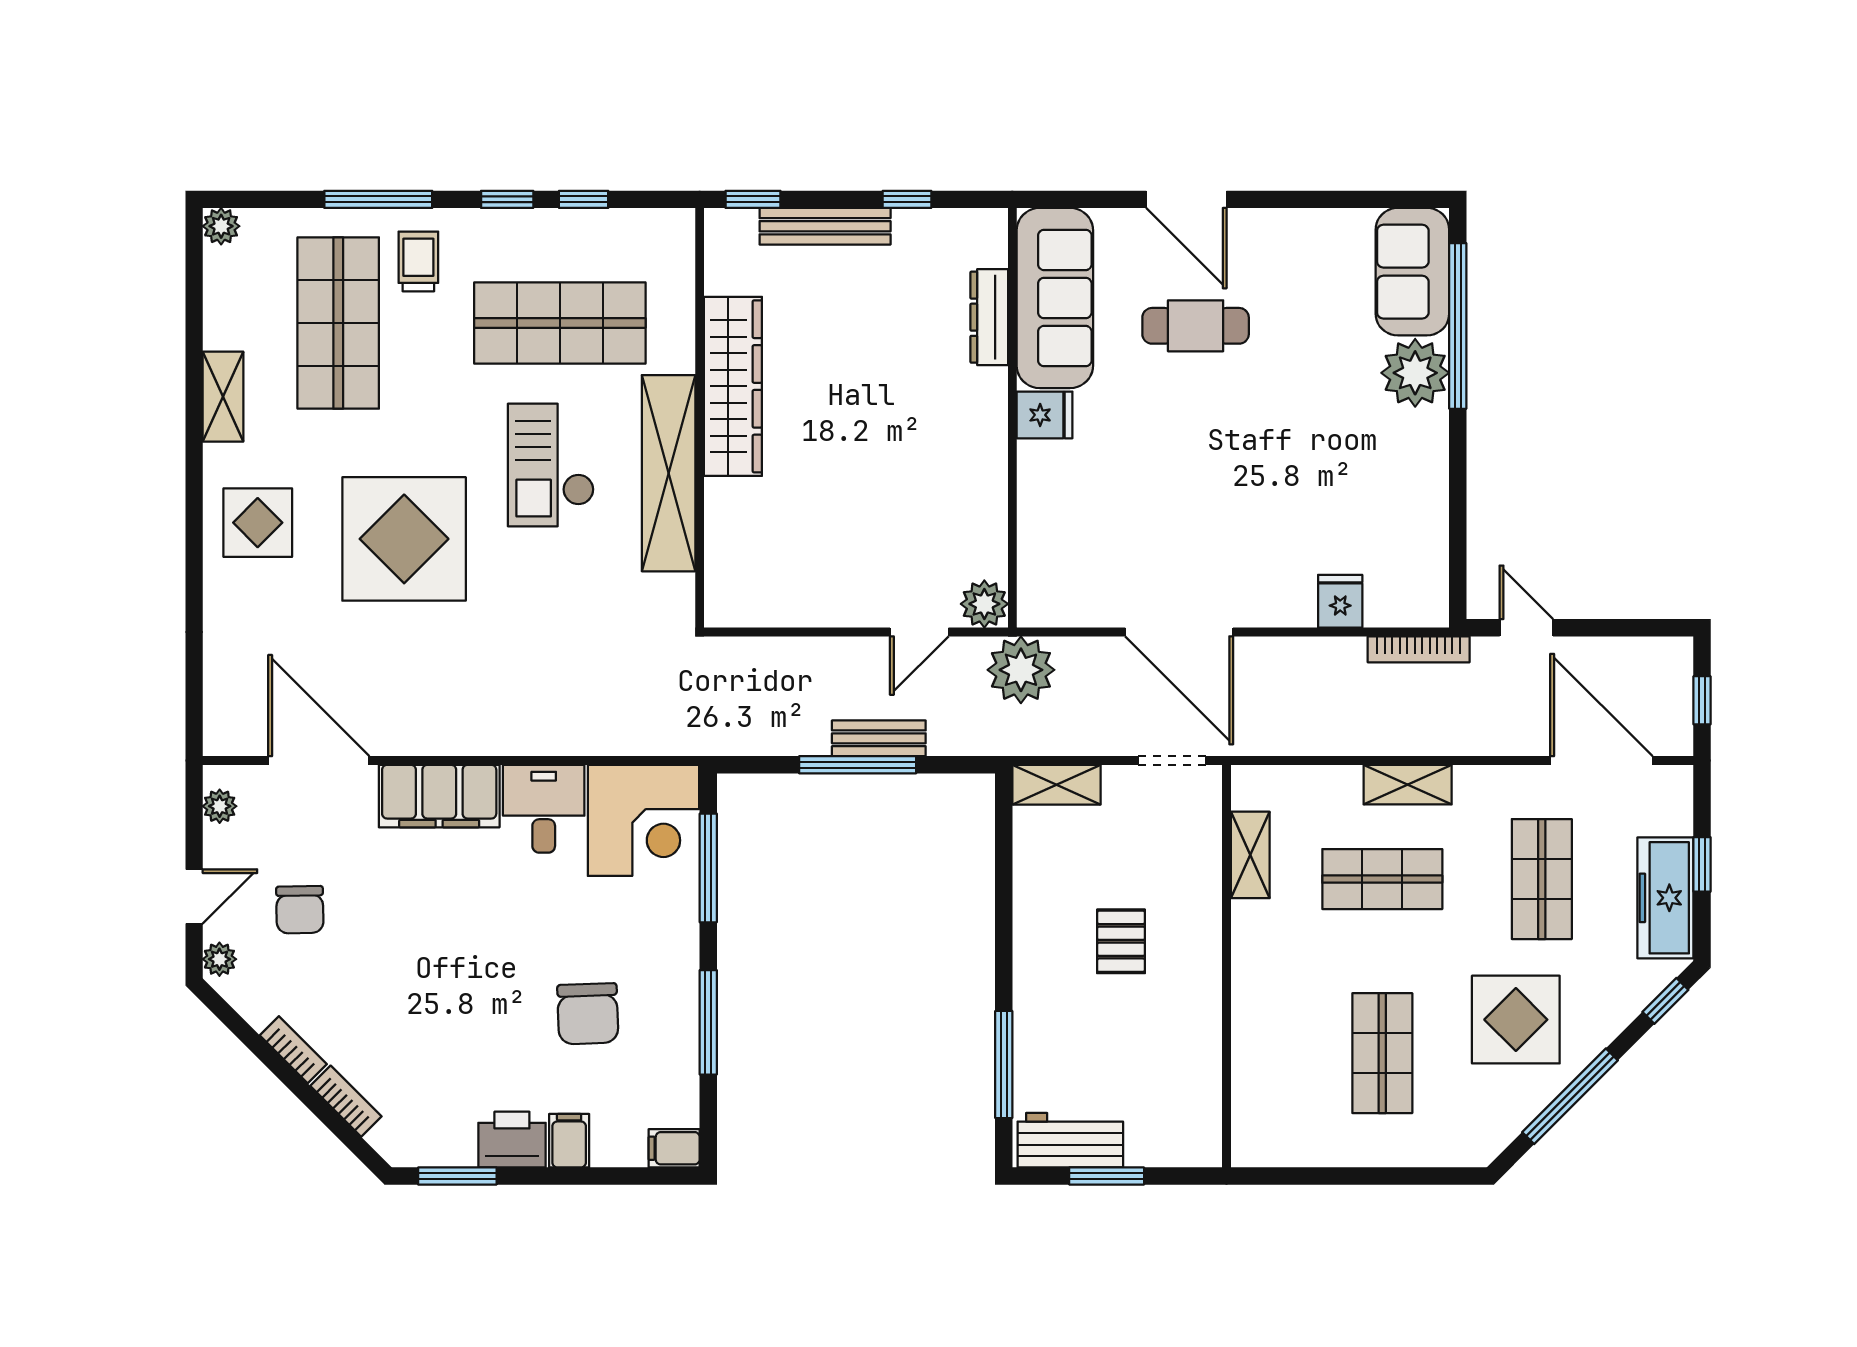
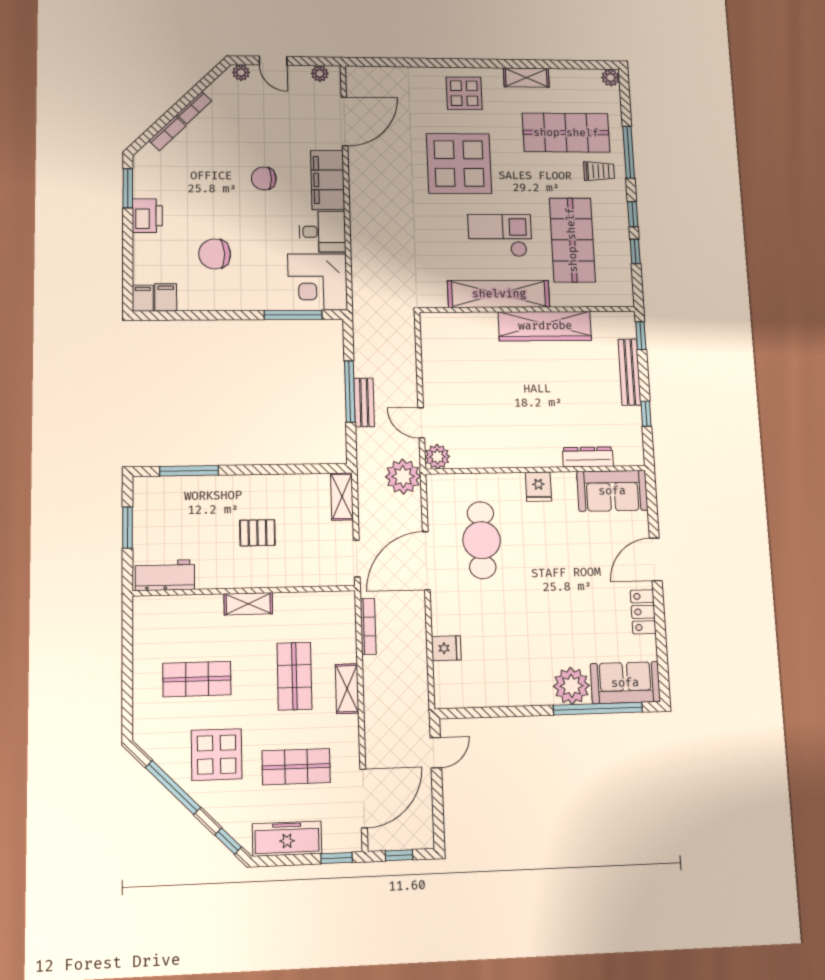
locker: (1283, 230) -> (643, 612), added
sofa: (1055, 298) -> (612, 491), width x0.73
cafe table: (1196, 326) -> (482, 540), moved, width x1.37, depth x1.35
bookcase: (1419, 649) -> (368, 626), moved, turned 180
shelving: (1250, 855) -> (248, 604), moved
window: (1702, 864) -> (337, 858), moved
chair: (300, 910) -> (264, 178), moved
window: (708, 1022) -> (211, 315), removed
workbench: (1070, 1140) -> (165, 575), moved, turned -90
filing cabinet: (569, 1141) -> (166, 297), moved, turned -90

